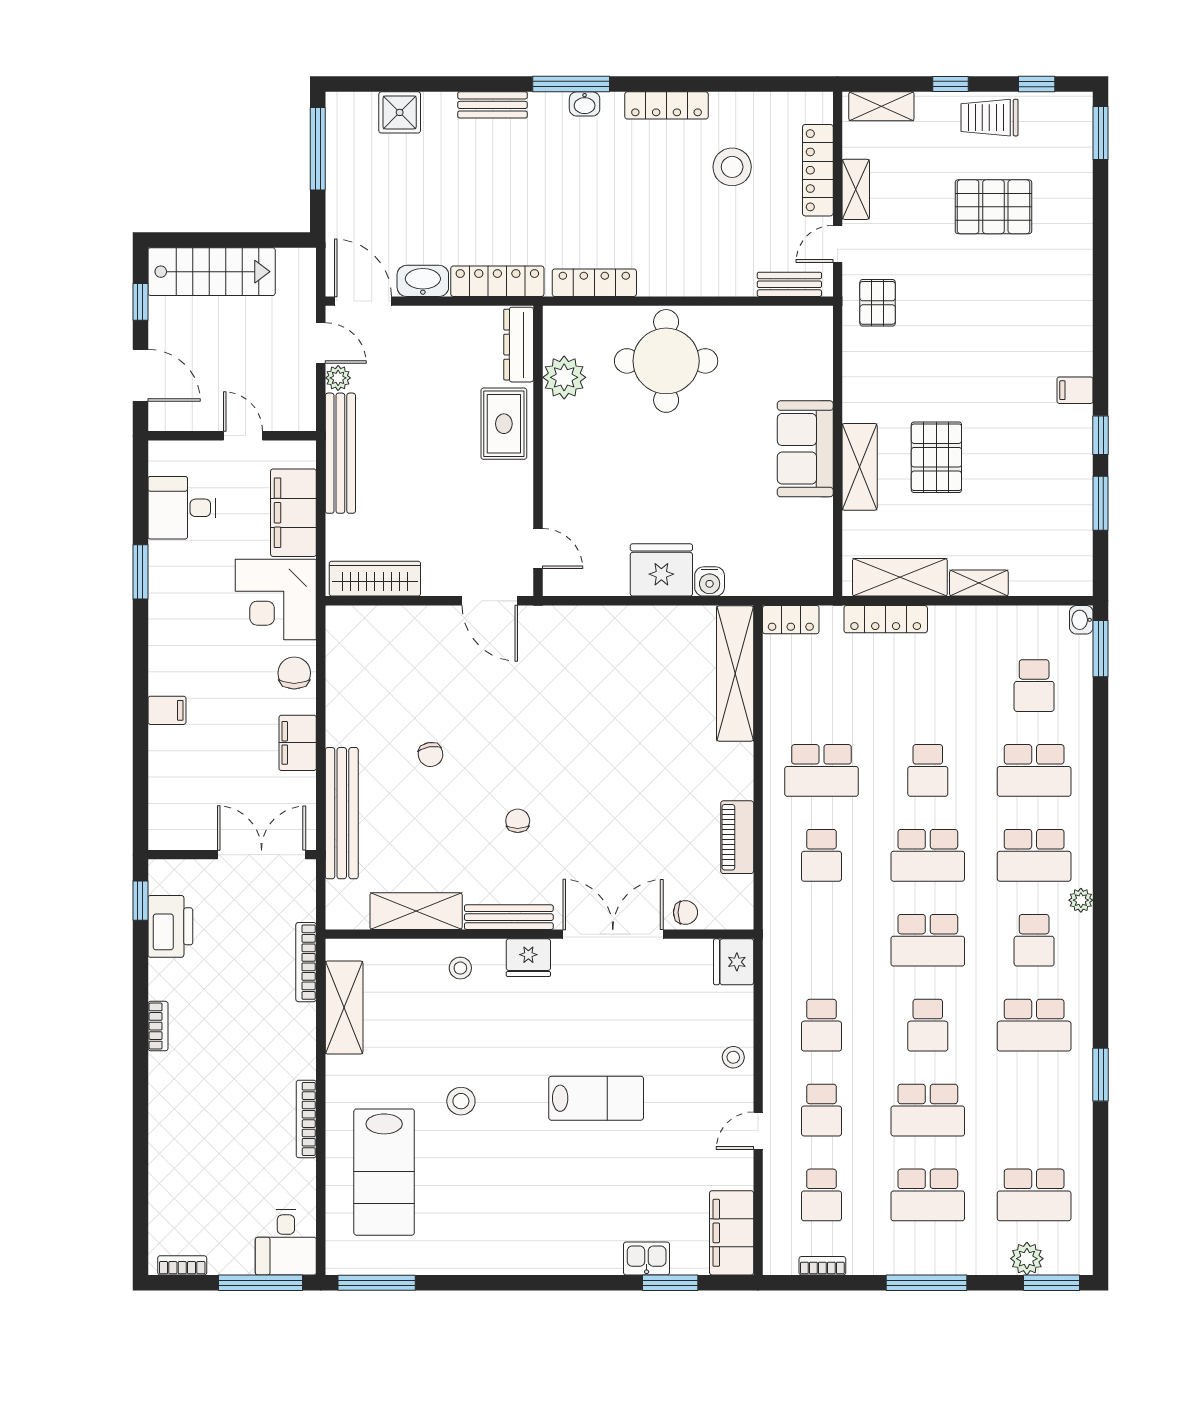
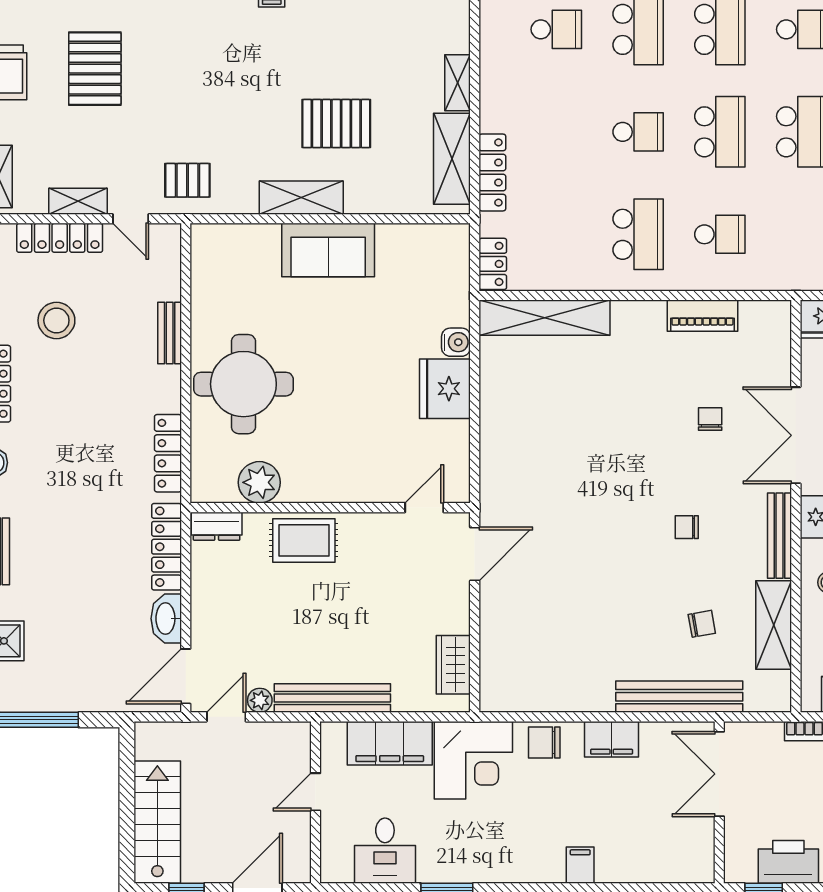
bench: (789, 284) -> (170, 333), moved
dresser: (519, 345) -> (217, 526), width x0.70
shelving: (860, 467) -> (301, 198), moved
wardrobe: (375, 579) -> (453, 665), width x0.67
chair: (431, 754) -> (702, 624), moved
chair: (685, 912) -> (710, 419), moved

